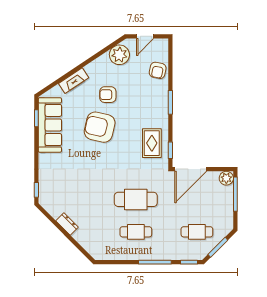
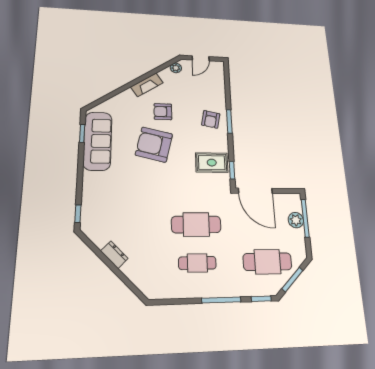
plant: (119, 55) -> (176, 68), width x0.53, depth x0.53
armchair: (158, 70) -> (211, 119), moved
fireplace: (74, 81) -> (147, 85), moved
rug: (152, 143) -> (212, 163), turned 90
door: (191, 169) -> (255, 191), hinge flipped
plant: (226, 178) -> (296, 220), moved
cafe table: (197, 232) -> (267, 262), width x1.37, depth x1.35

